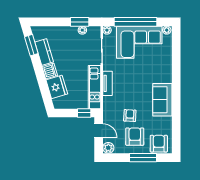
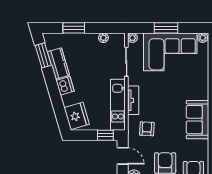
window: (80, 22) -> (74, 28), moved
window: (136, 22) -> (166, 28), width x0.47
fridge: (57, 87) -> (77, 116), moved
armchair: (130, 116) -> (147, 129), moved

